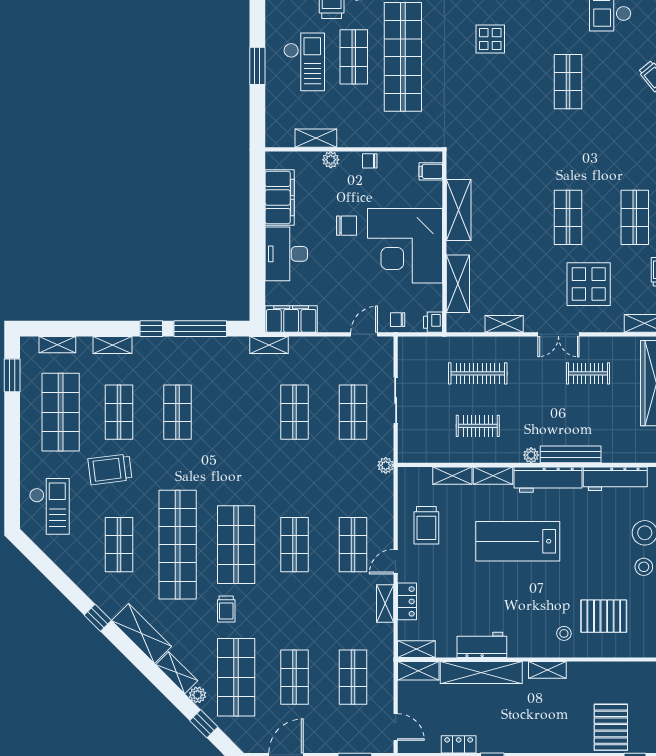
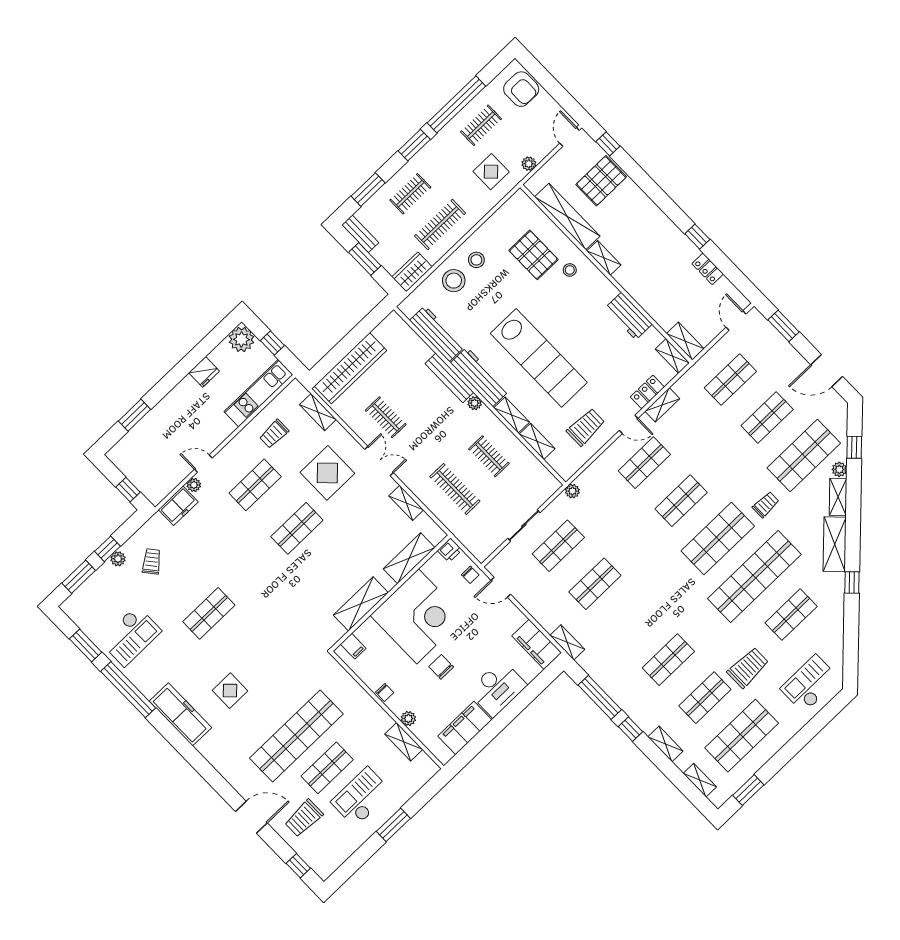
trolley: (110, 469) -> (748, 668), turned -83
lab bench: (518, 541) -> (539, 358), width x1.36
shelving: (481, 673) -> (567, 217), moved

